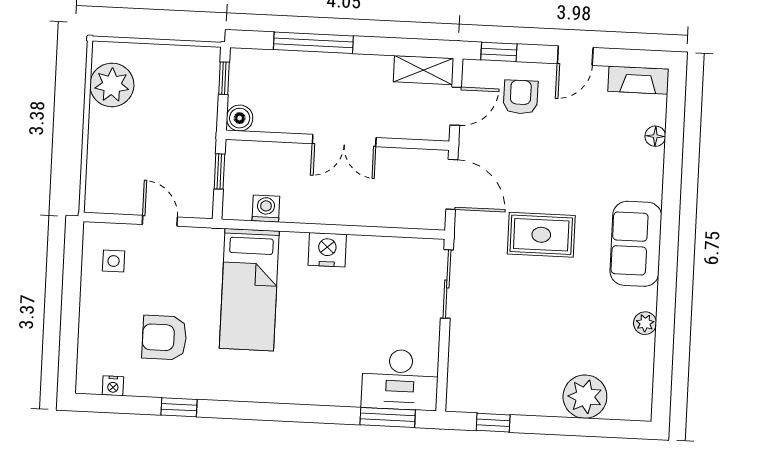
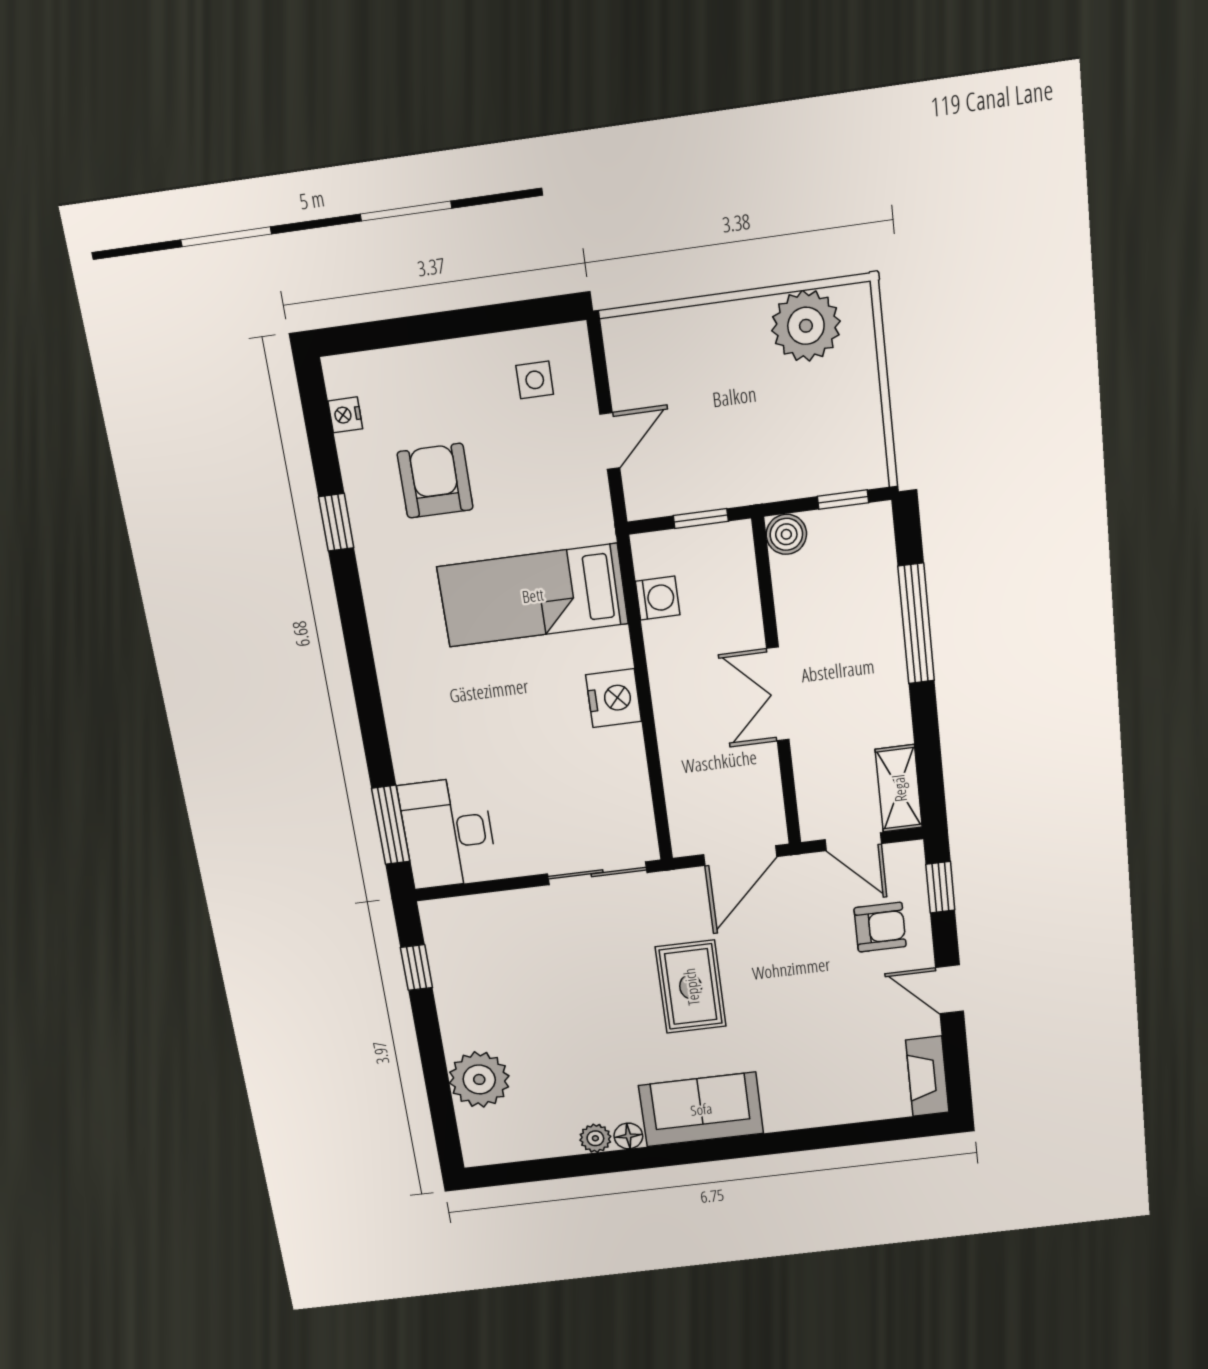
floor lamp: (655, 136) -> (628, 1136), moved

